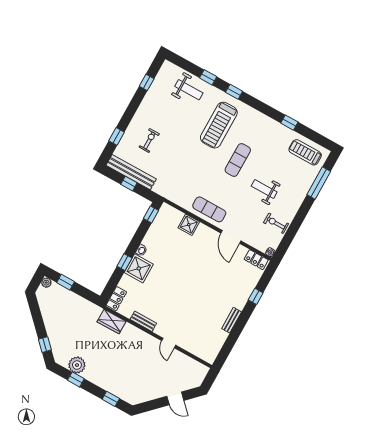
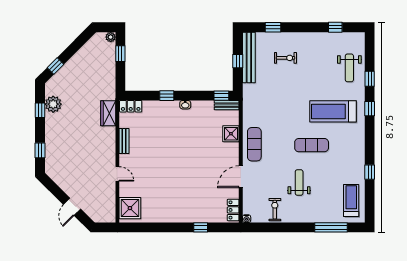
shower: (139, 268) -> (130, 208), moved
bench: (232, 320) -> (227, 105), moved
door: (169, 343) -> (117, 174), swing flipped

